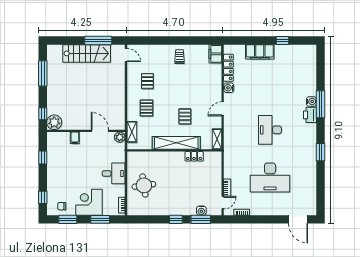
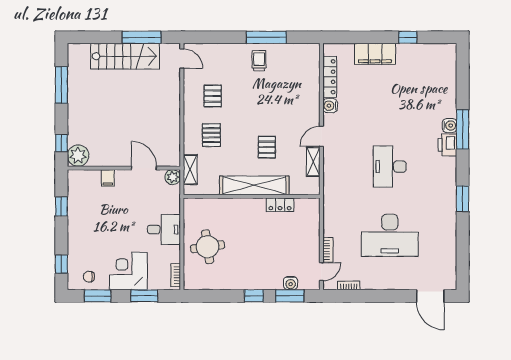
window: (184, 40) -> (266, 37), added
filing cabinet: (215, 54) -> (311, 57), removed
shelving: (217, 139) -> (313, 162), moved

